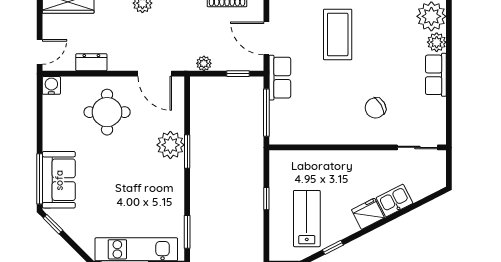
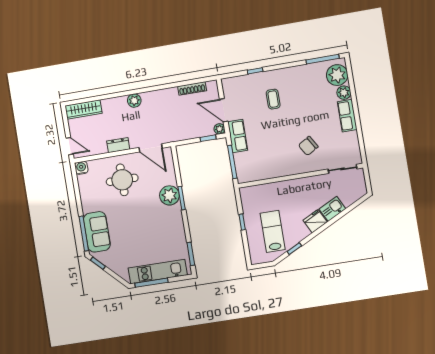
coffee table: (338, 34) -> (273, 99), width x0.54, depth x0.58
door: (40, 52) -> (70, 146), hinge flipped
dresser: (91, 62) -> (118, 145), moved
plant: (204, 63) -> (219, 129), moved

